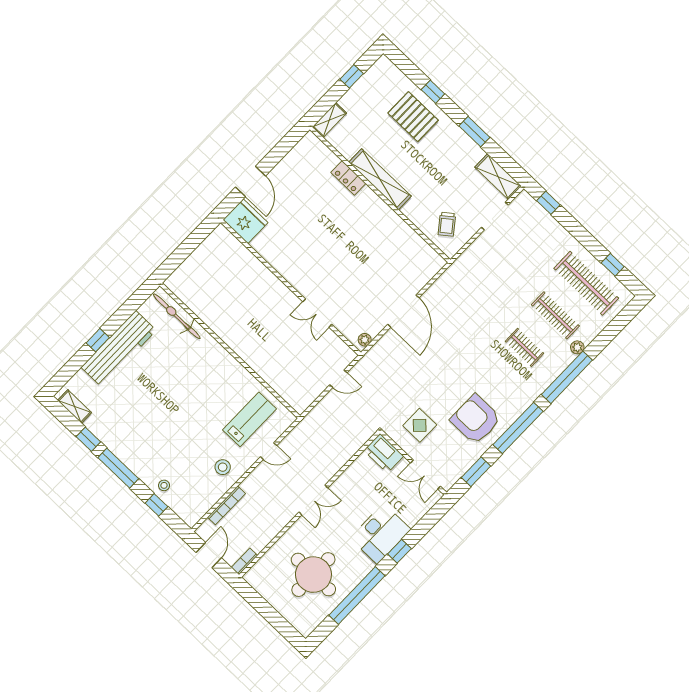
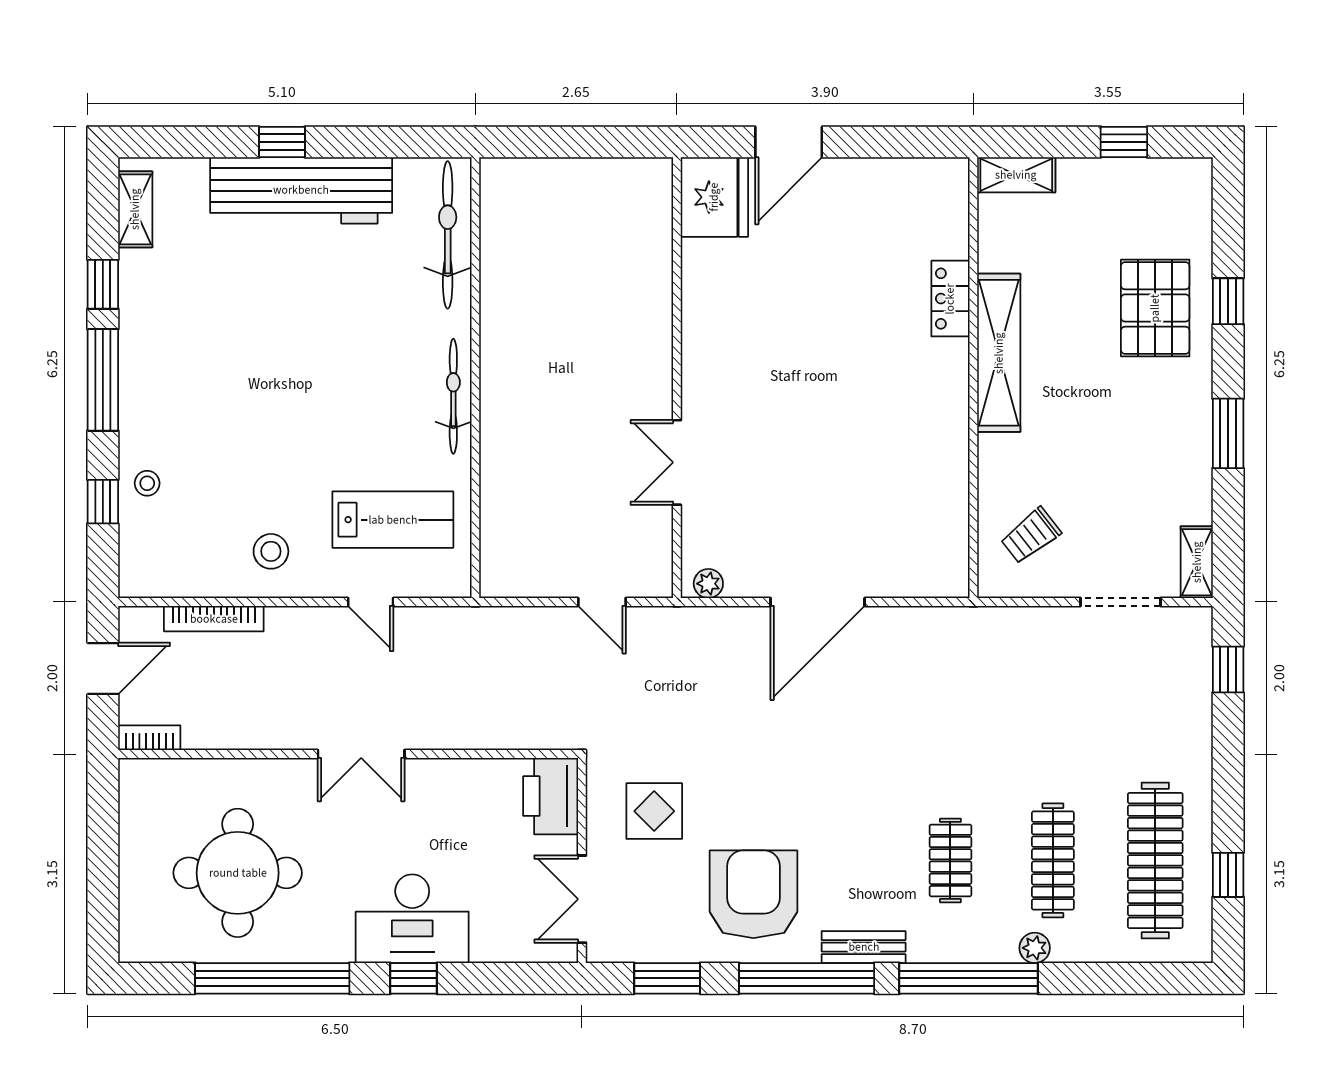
shelving: (498, 177) -> (1197, 562), width x0.67, depth x0.75
bicycle: (229, 363) -> (453, 396), added
bench: (525, 401) -> (864, 947), added

